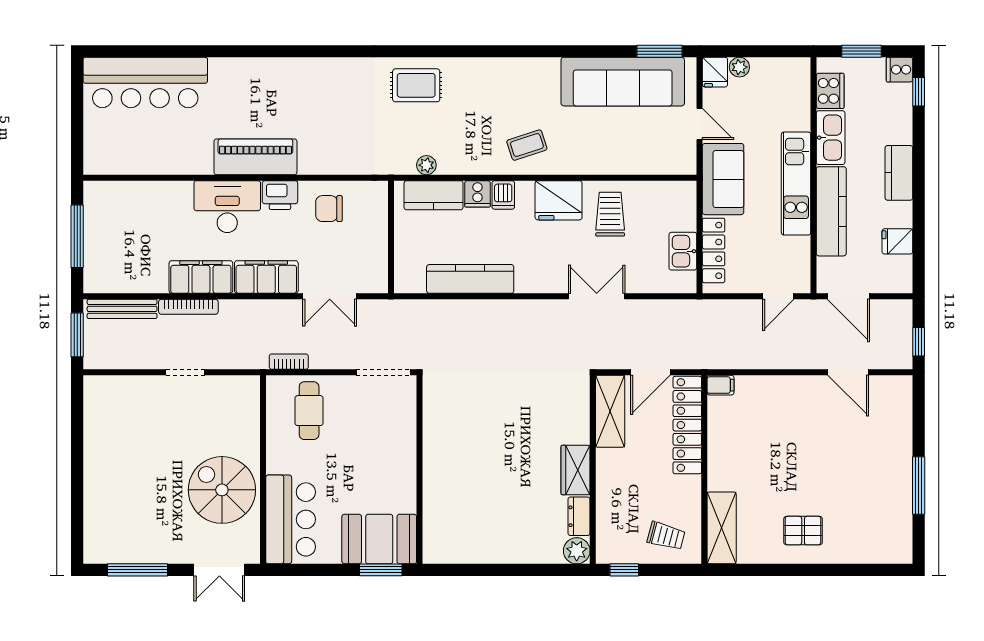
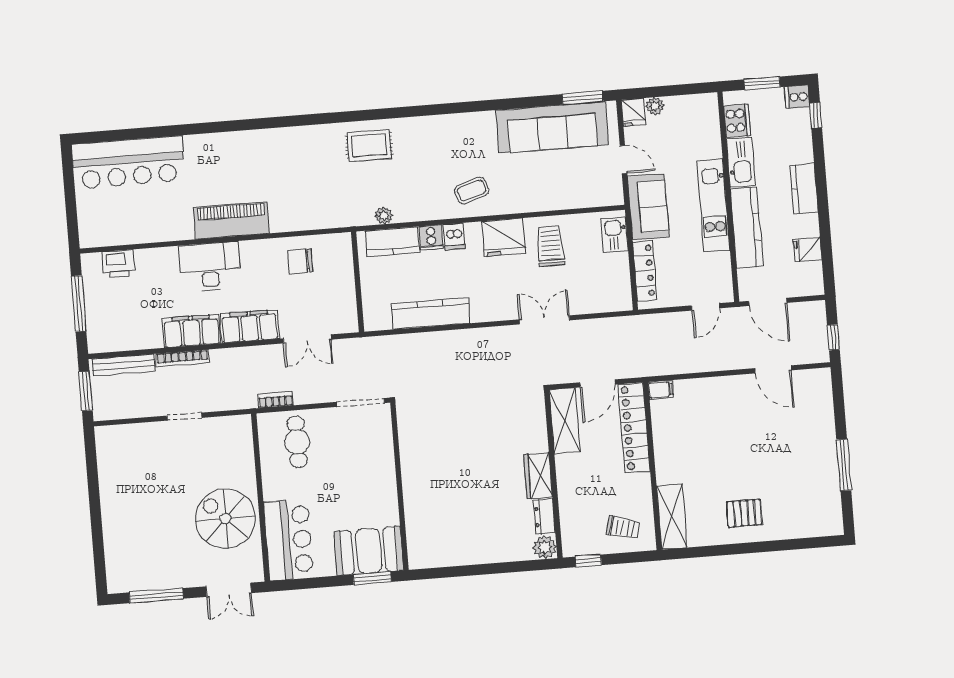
printer: (280, 195) -> (119, 264), moved
kitchen sink: (683, 251) -> (615, 235), moved

